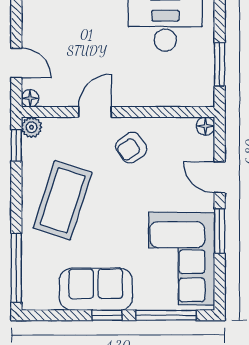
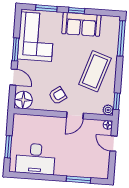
window: (220, 64) -> (8, 147), moved
floor lamp: (205, 126) -> (23, 100), width x1.89, depth x1.89
window: (166, 315) -> (46, 8), width x0.69

